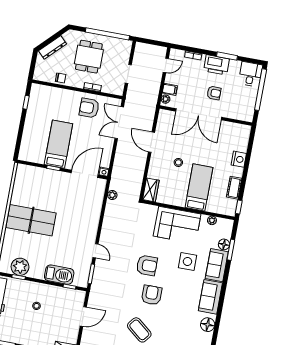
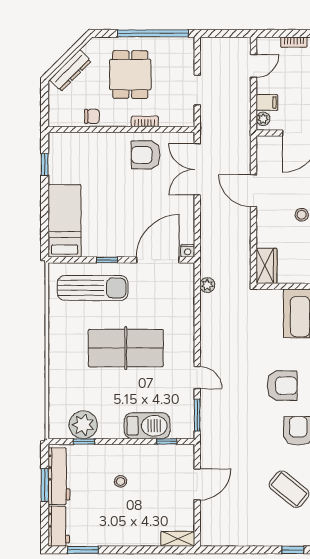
bed: (58, 144) -> (65, 221), moved
sun lounger: (41, 184) -> (93, 288), added
table tennis table: (31, 220) -> (126, 348), moved

